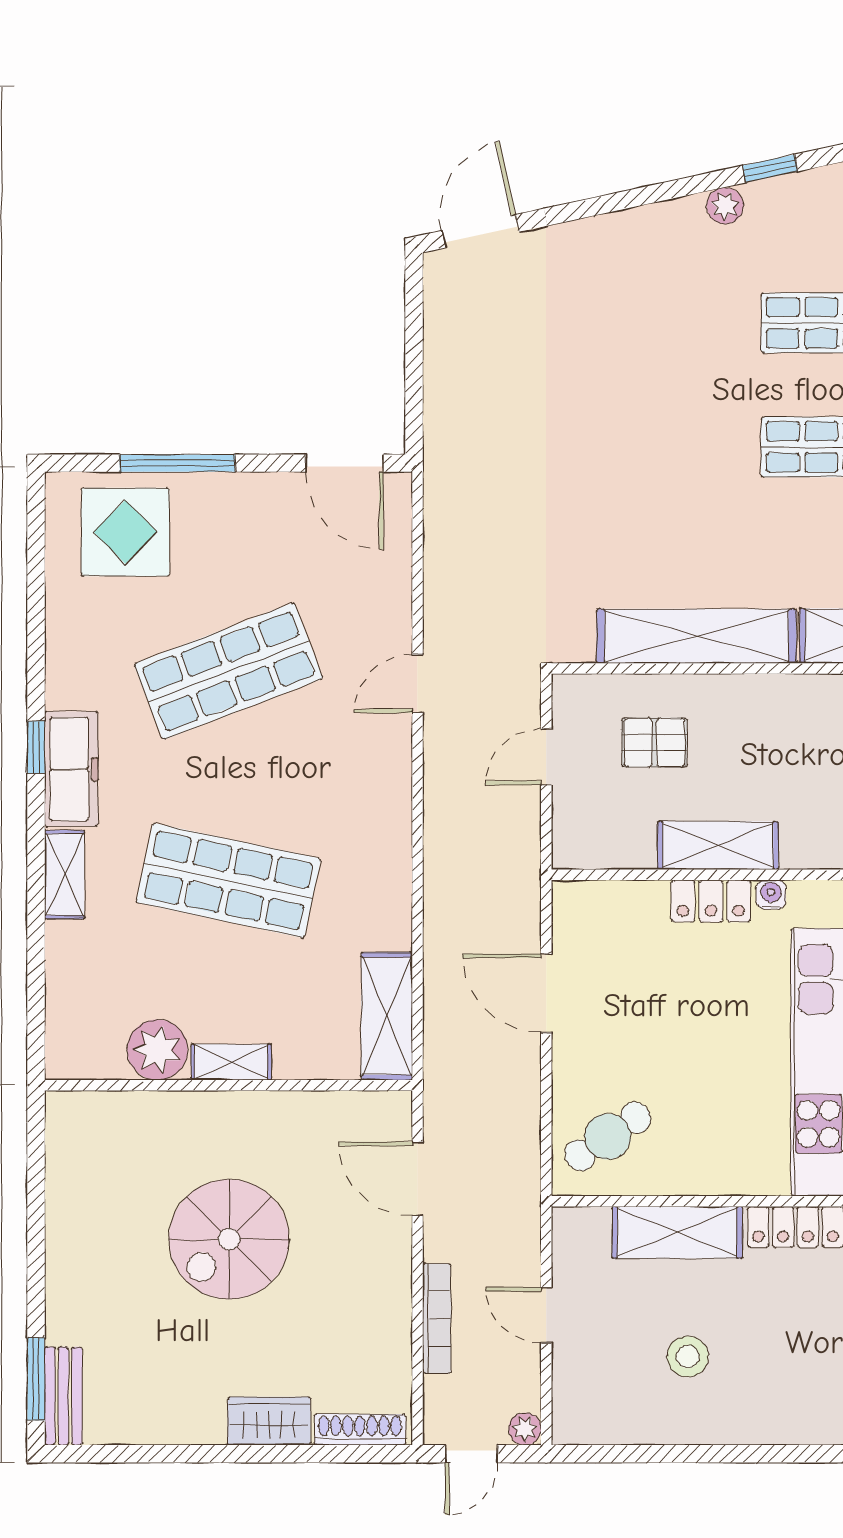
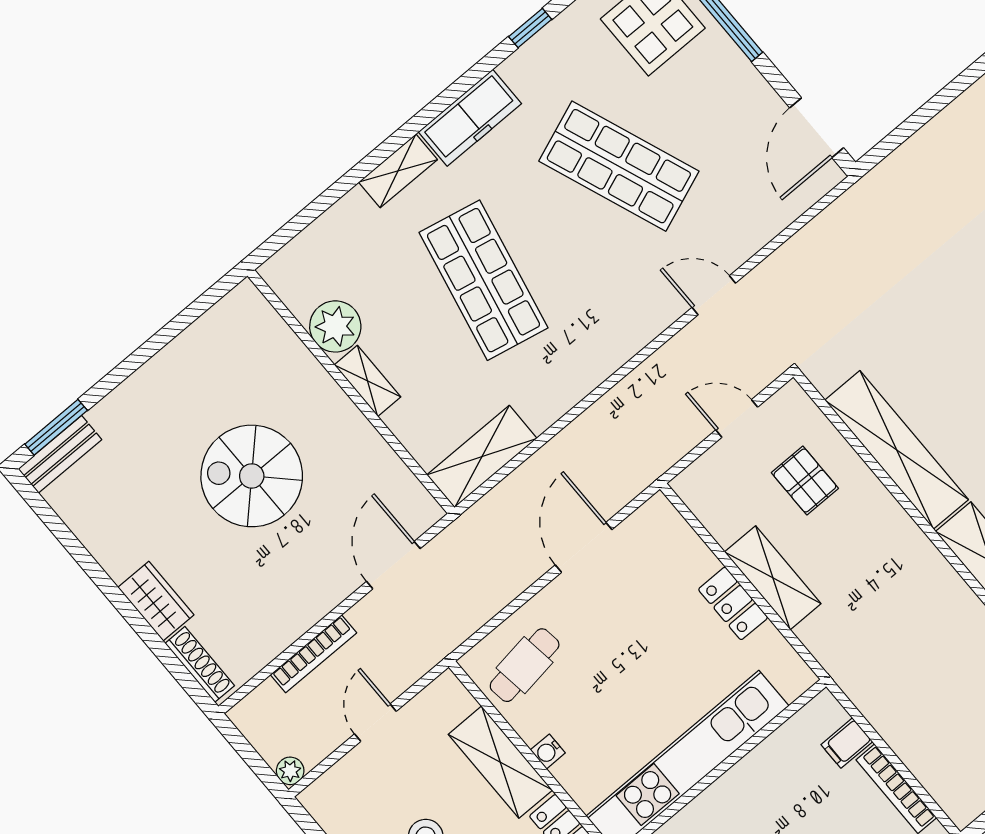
window: (36, 747) -> (530, 28), moved
water cooler: (771, 895) -> (548, 751), moved, turned 180
cafe table: (608, 1137) -> (525, 665), turned -64
door: (471, 1454) -> (245, 750), removed

